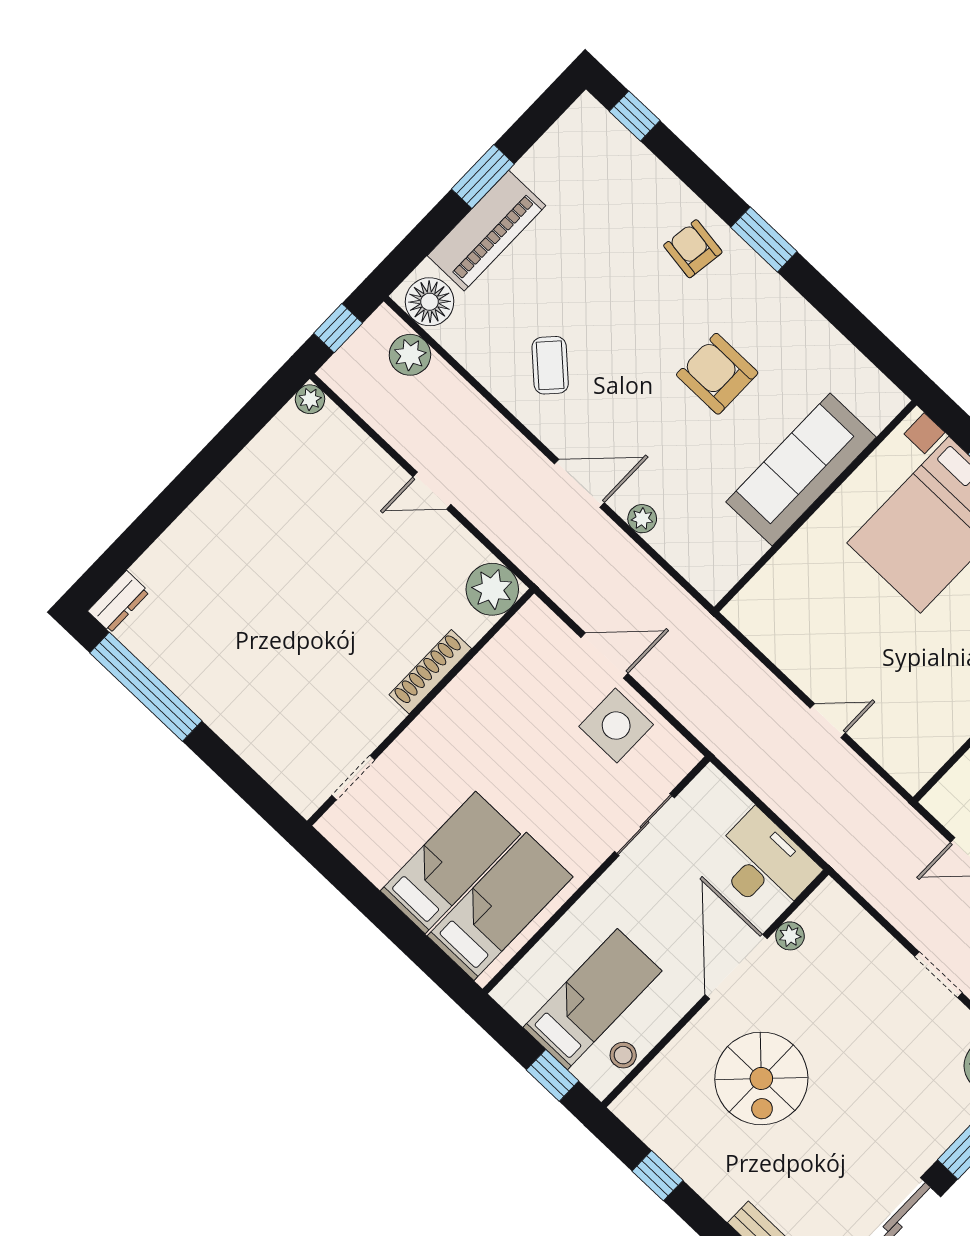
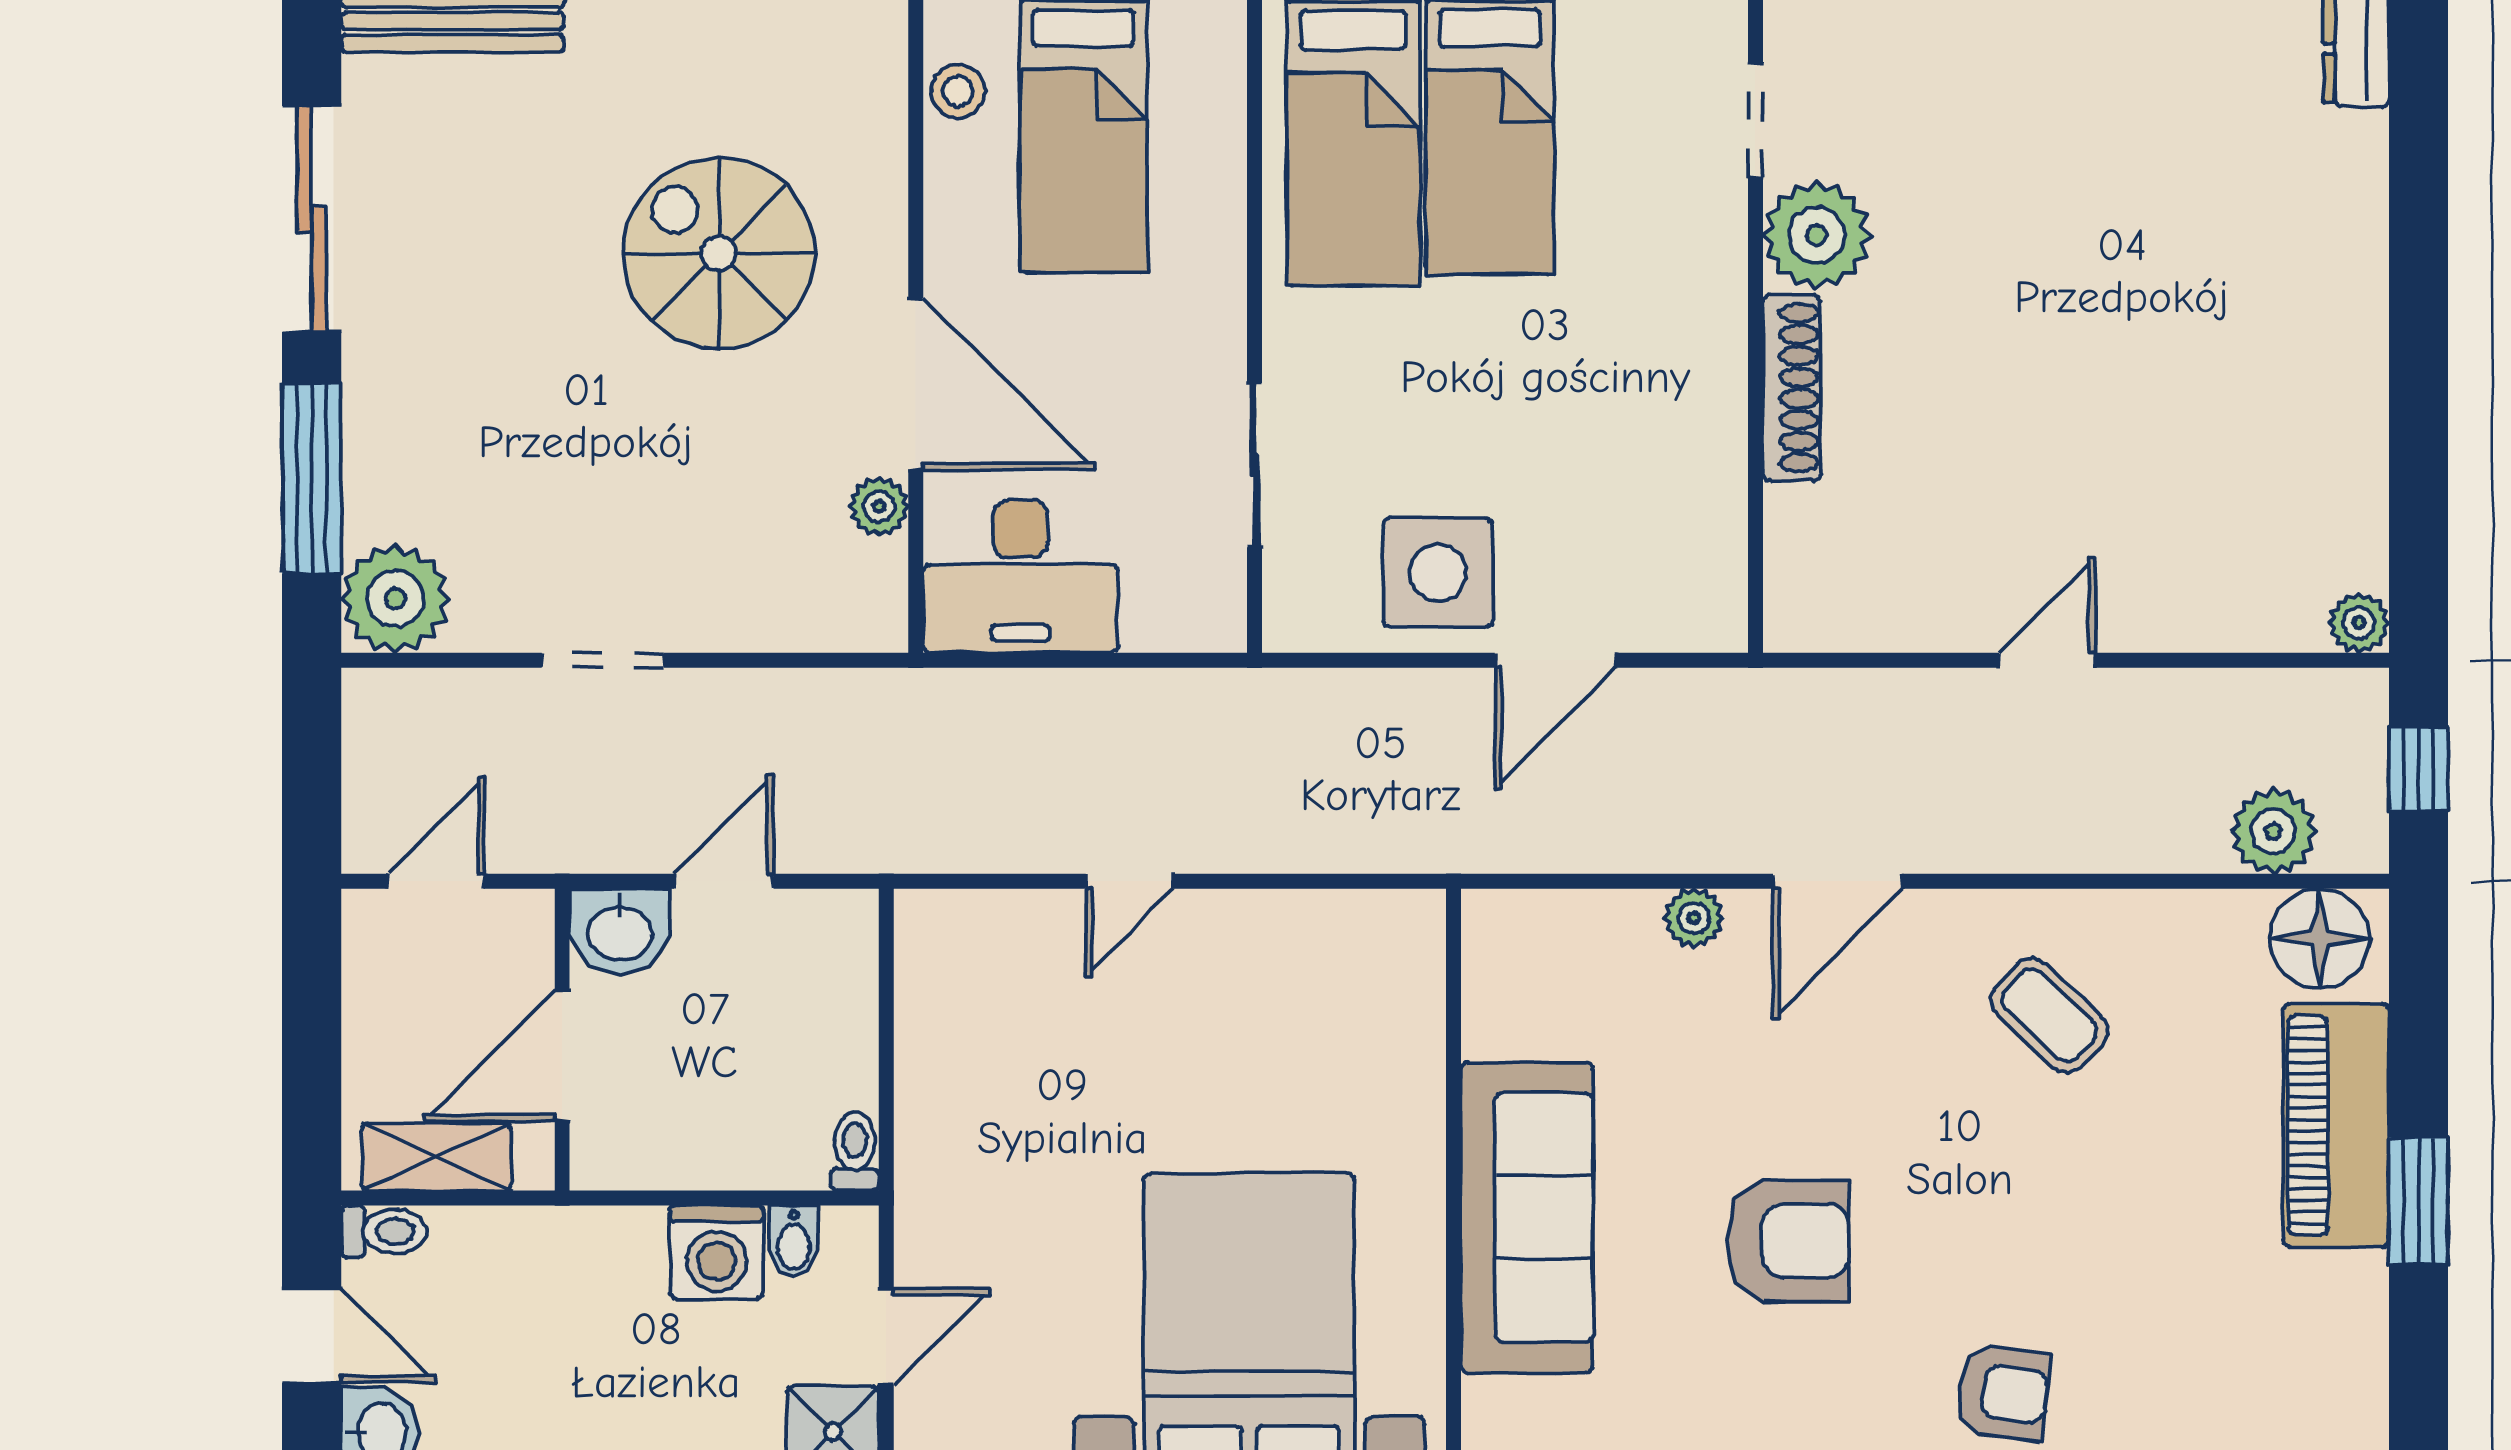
plant: (492, 589) -> (1817, 235), moved

